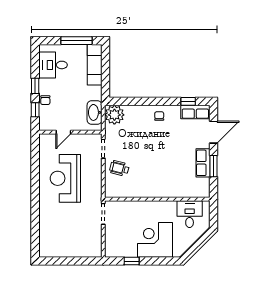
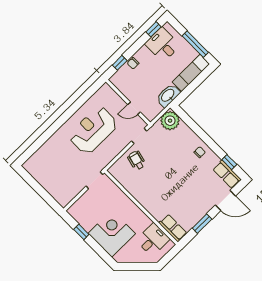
window: (35, 86) -> (153, 29), moved
washbasin: (94, 112) -> (168, 96), moved
door: (63, 132) -> (134, 108), moved
row of seats: (203, 163) -> (173, 228), moved, turned 90

